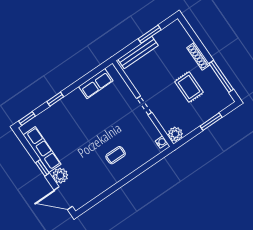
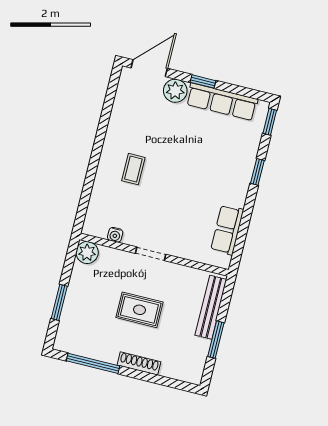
rug: (189, 87) -> (139, 310), moved
water cooler: (161, 142) -> (115, 235), moved

